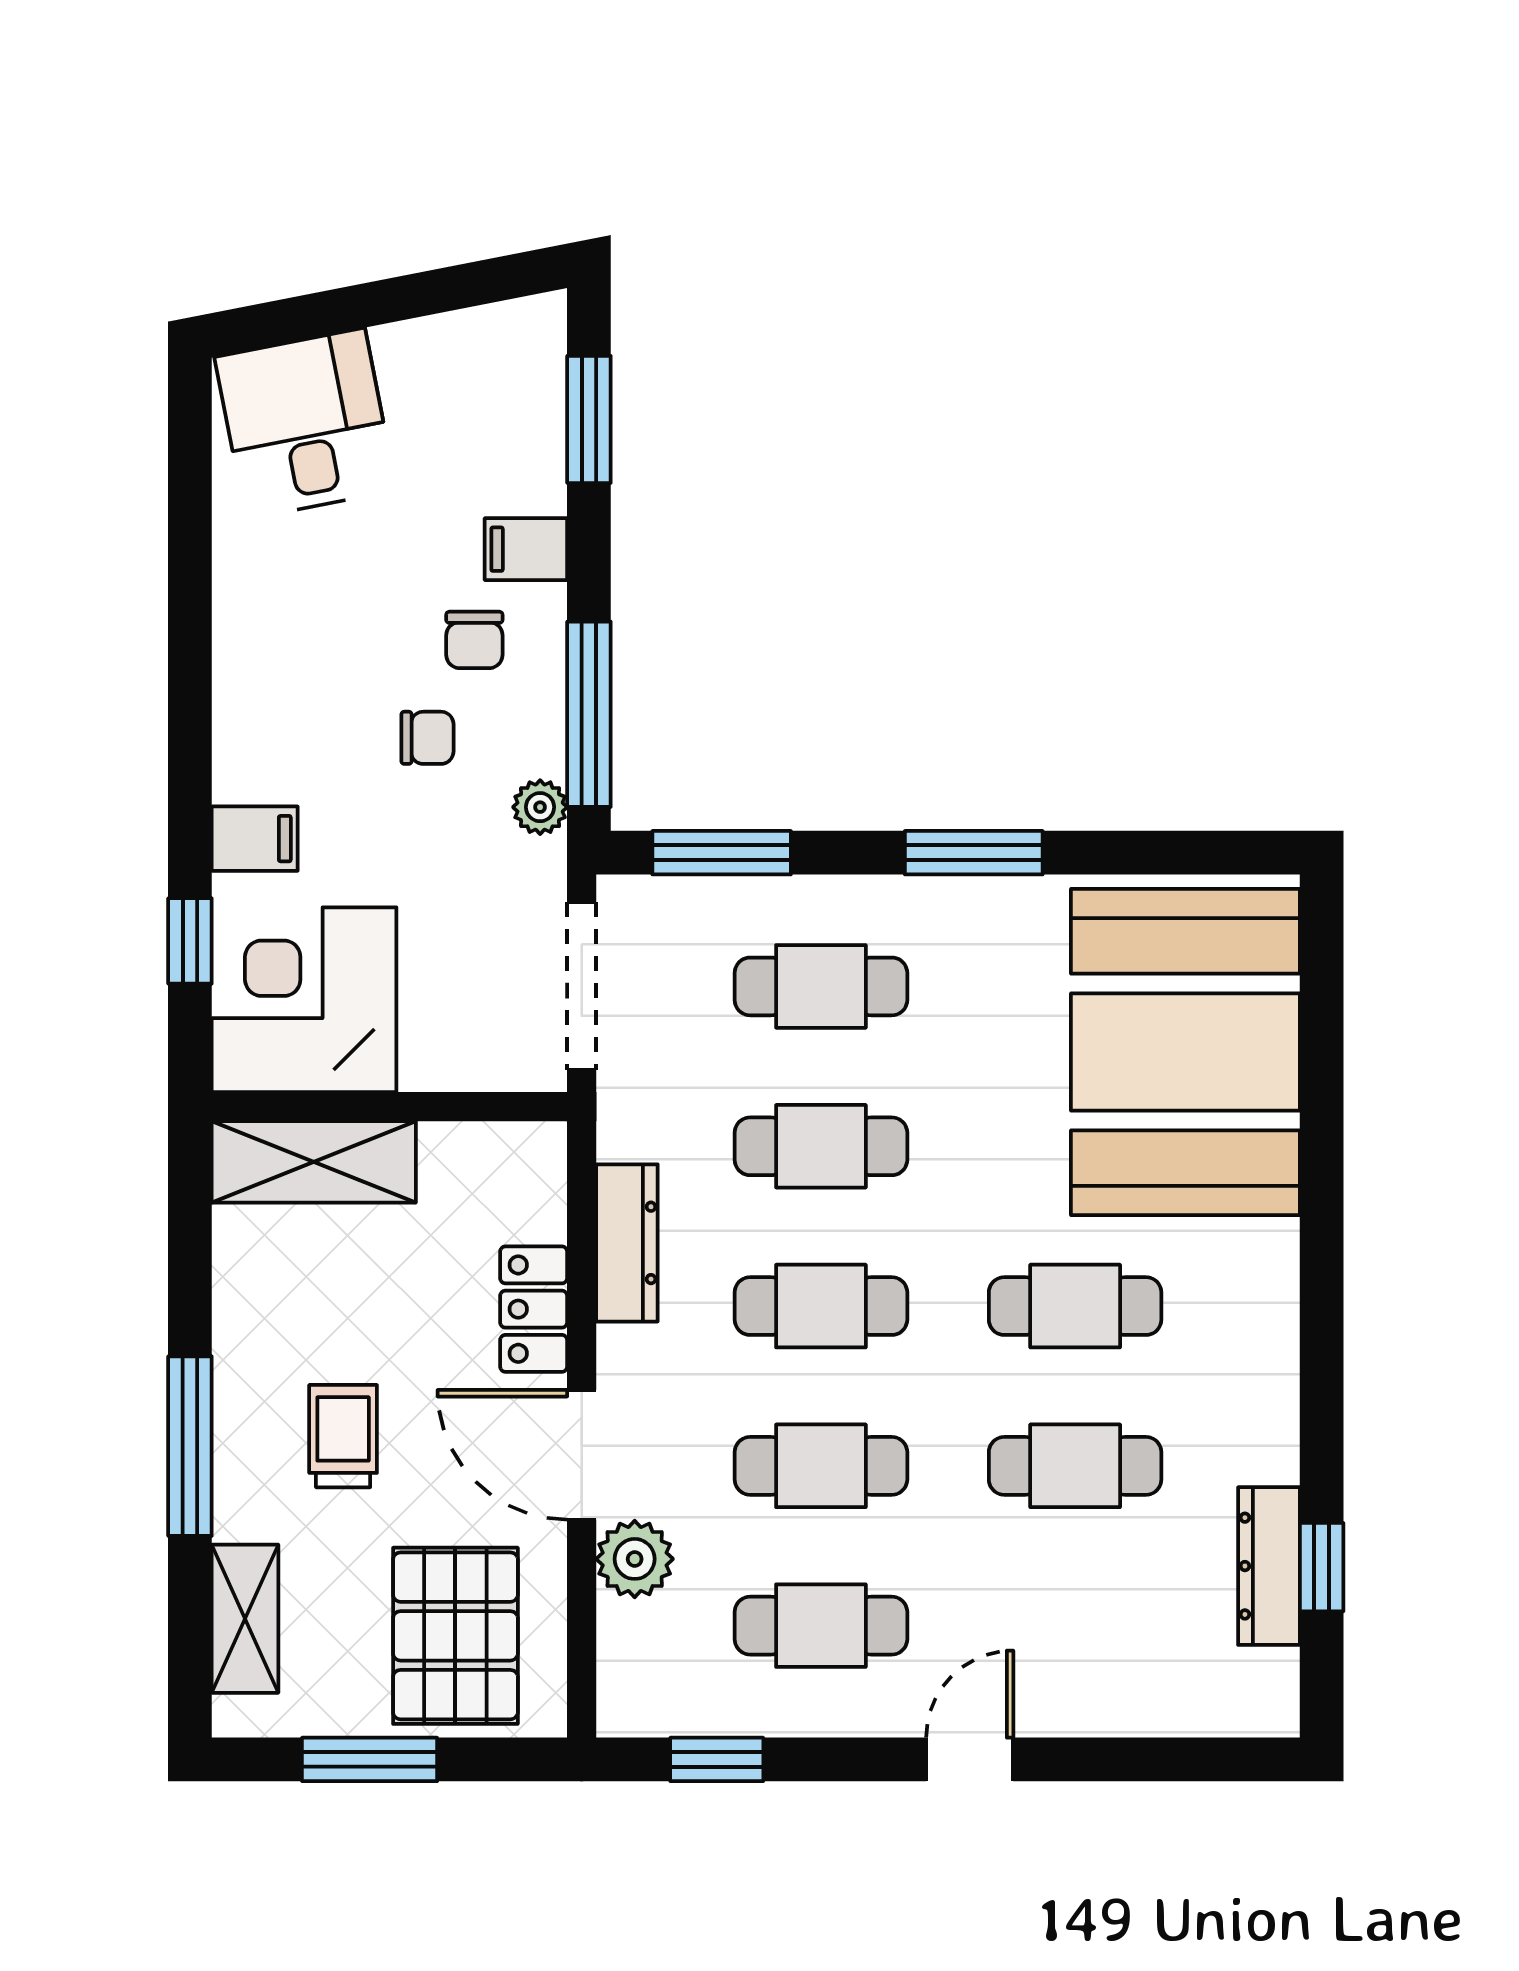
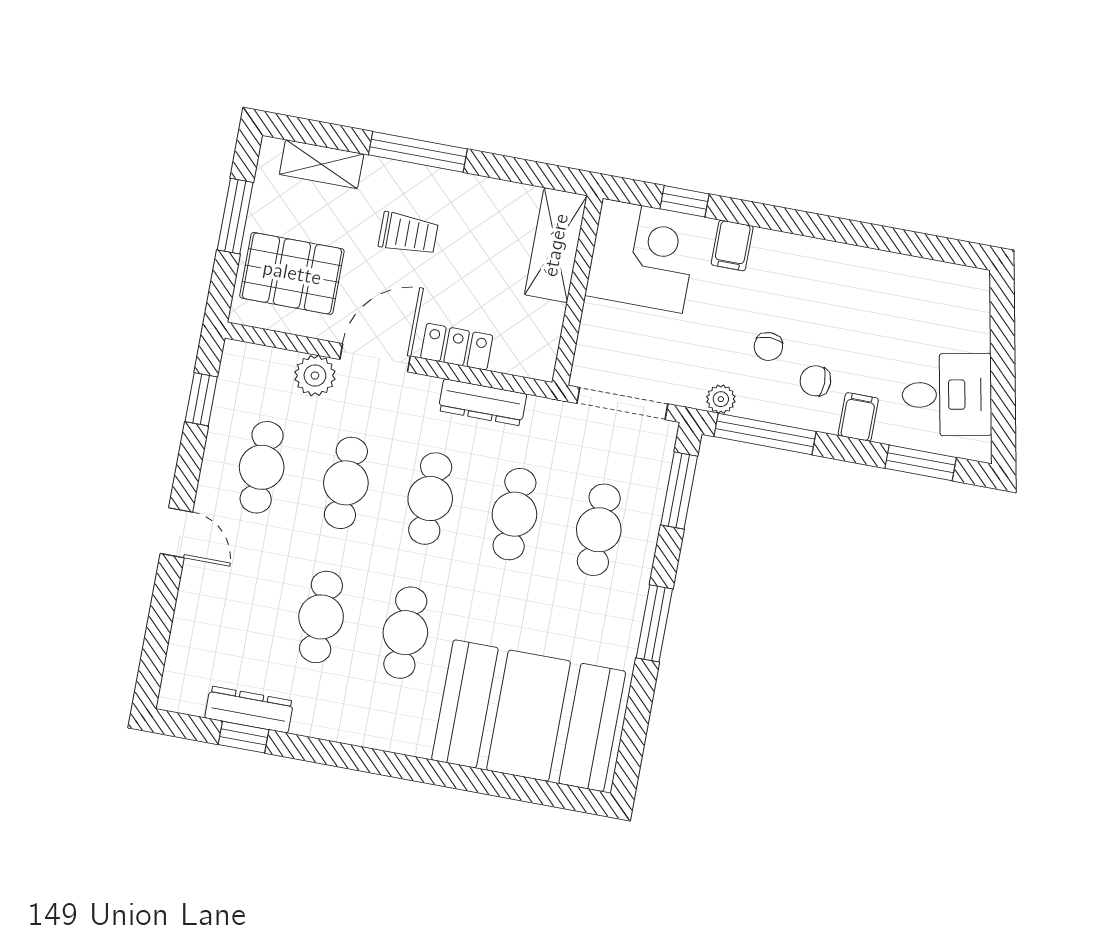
desk: (305, 424) -> (947, 395), moved

